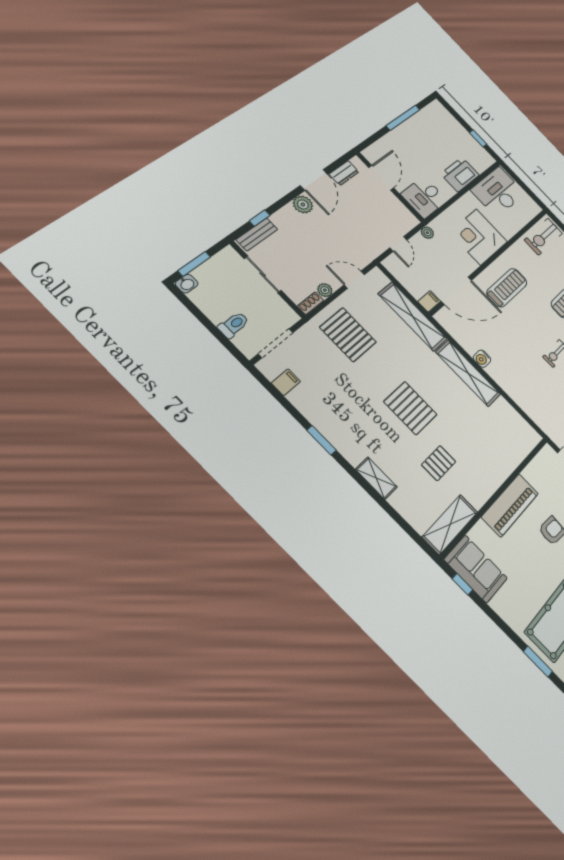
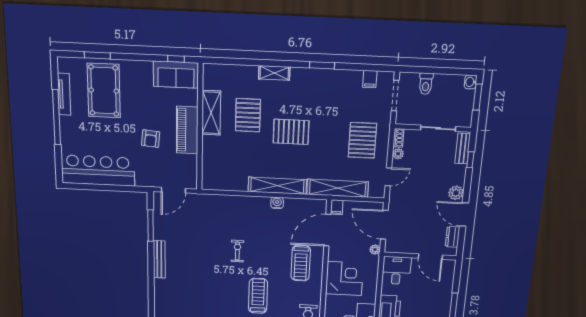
door: (398, 244) -> (384, 225), width x1.87
pallet: (348, 335) -> (362, 140), turned 90
pallet: (439, 463) -> (248, 115), width x1.50, depth x1.42
shelving: (450, 524) -> (211, 113), moved

